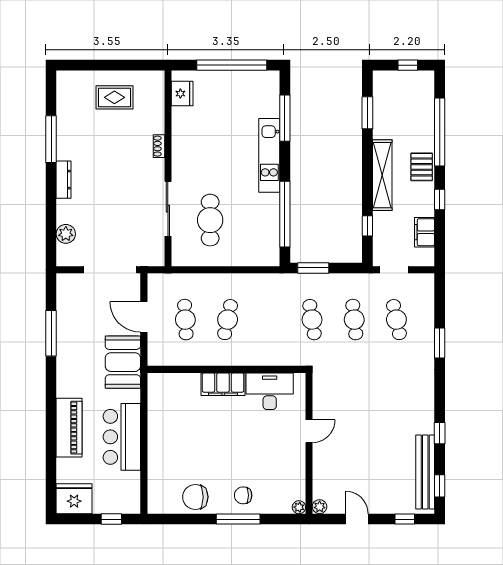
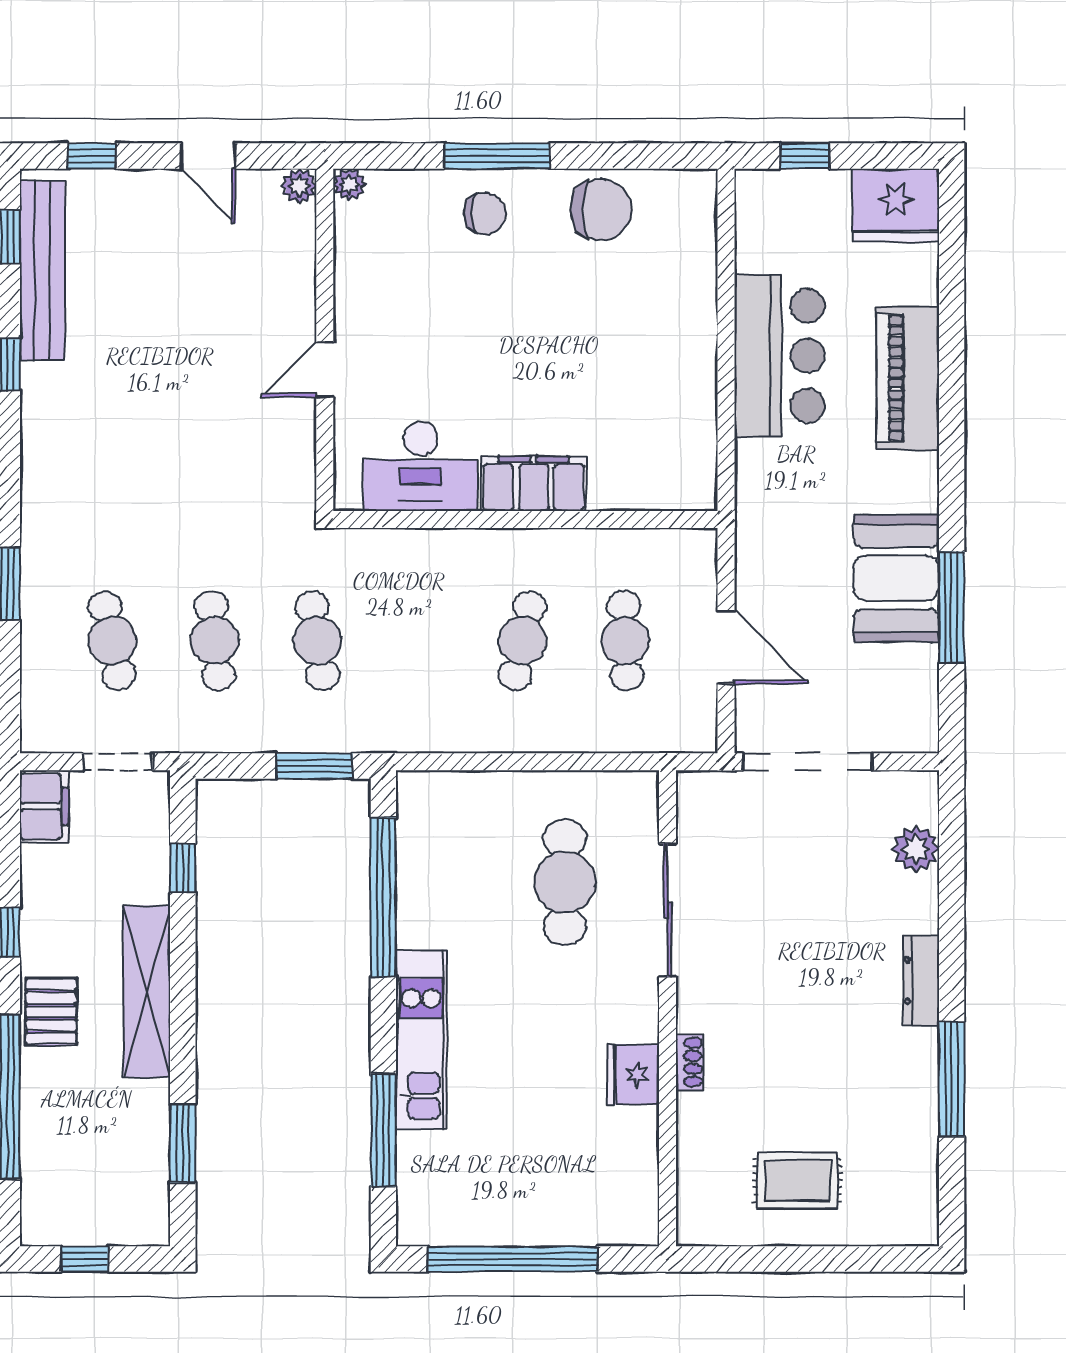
fridge: (182, 94) -> (633, 1074), moved
filing cabinet: (425, 232) -> (44, 806), moved
booth: (123, 362) -> (896, 578), moved

